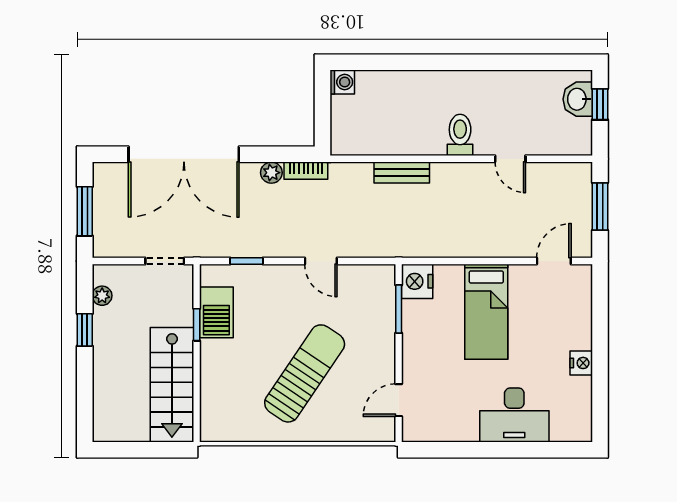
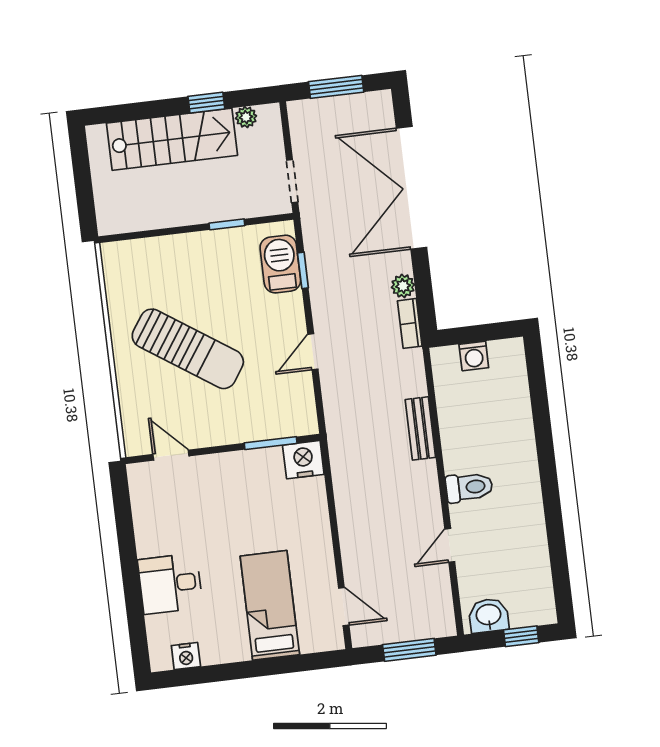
washing machine: (342, 82) -> (474, 356), moved
washbasin: (578, 99) -> (489, 615), moved
barbecue: (216, 312) -> (280, 264), moved, turned 90
bed: (486, 312) -> (270, 605), moved, turned 90
nightstand: (581, 363) -> (186, 656), moved
stairs: (172, 385) -> (172, 139), moved, turned 180
desk: (514, 415) -> (170, 584), width x0.73

